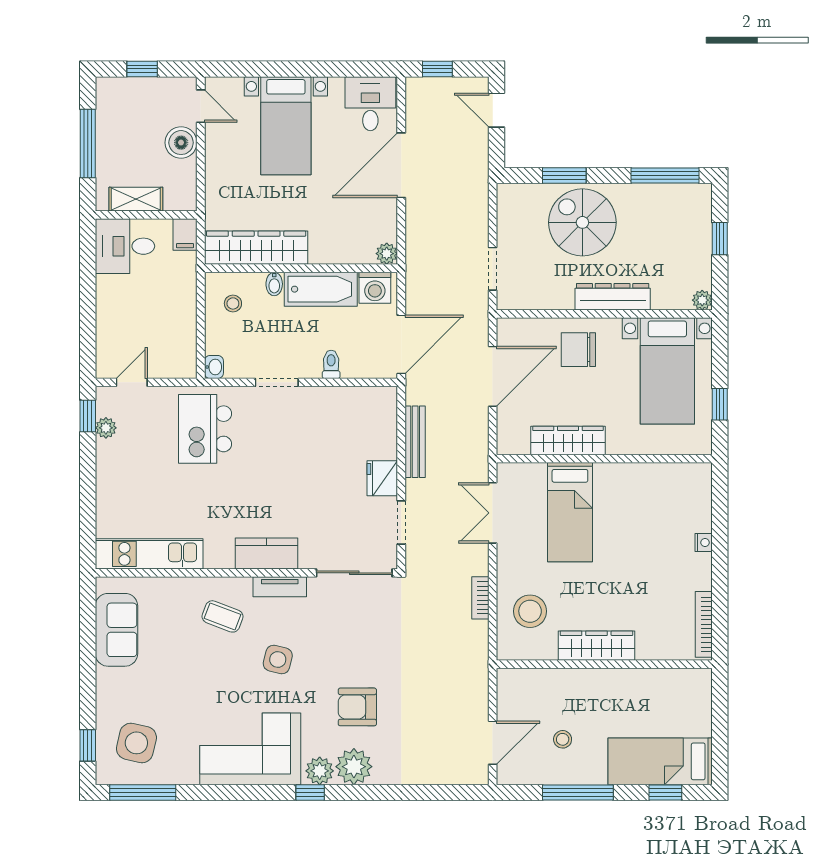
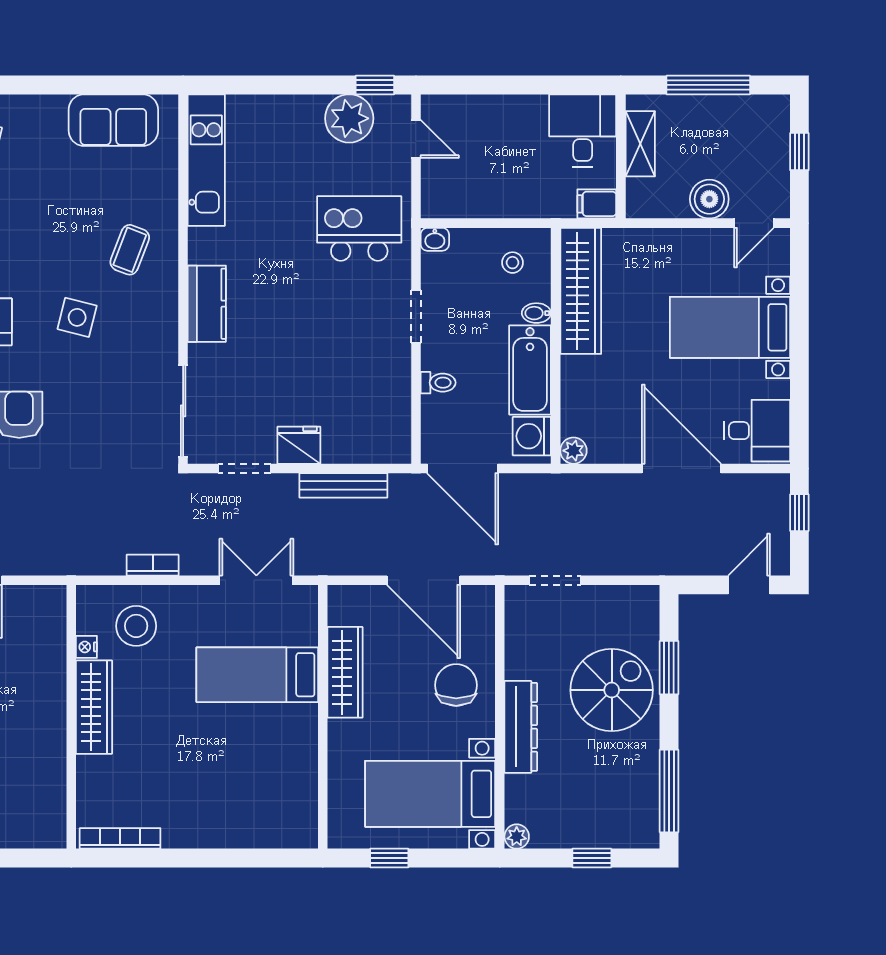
plant: (106, 428) -> (349, 118), width x1.87, depth x1.87
nightstand: (704, 543) -> (86, 647), moved, turned 90
tv unit: (280, 587) -> (166, 320), removed

